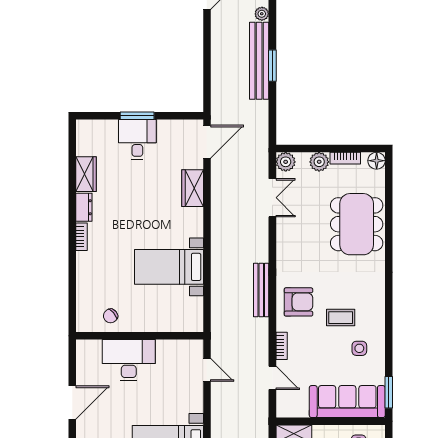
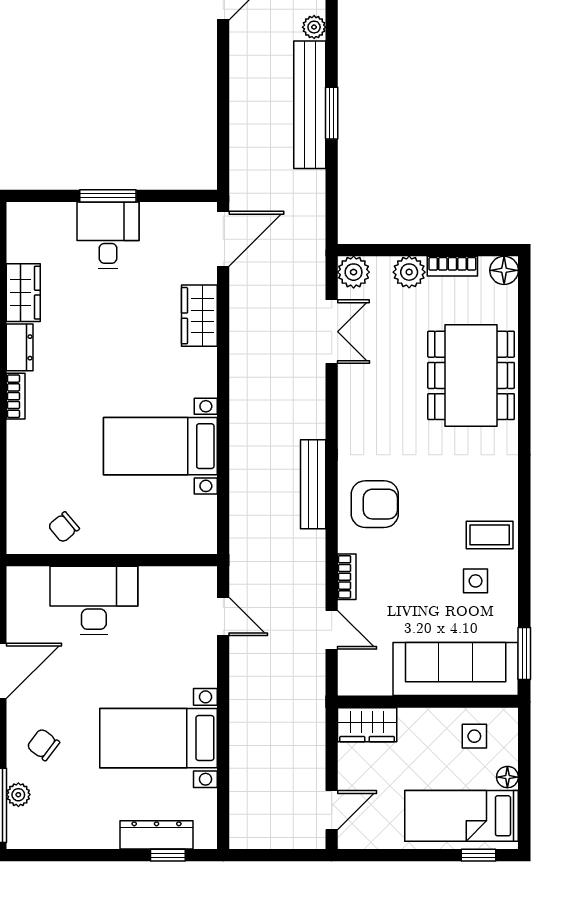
coffee table: (341, 318) -> (490, 535), moved

